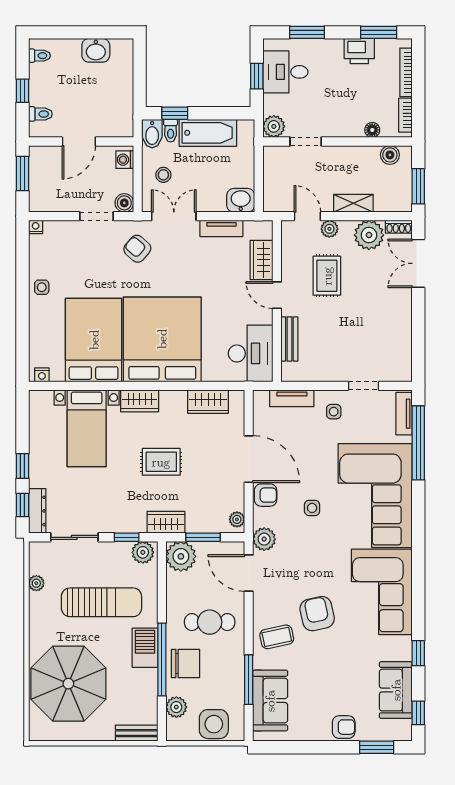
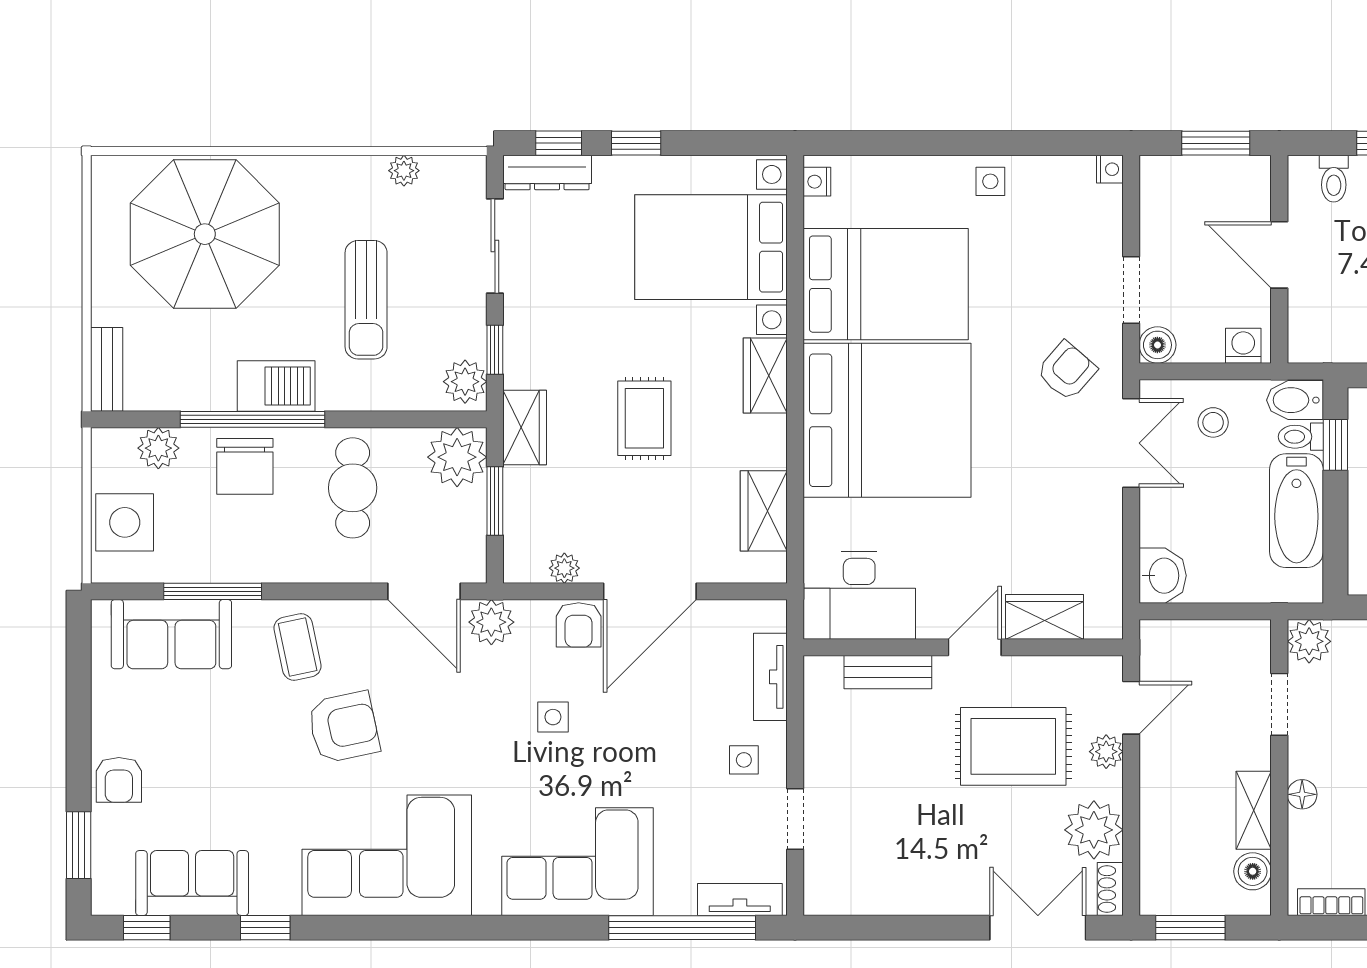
floor lamp: (372, 130) -> (1302, 794), moved
shelving: (353, 203) -> (1254, 810), moved
tv unit: (221, 228) -> (1107, 537), removed
rug: (327, 276) -> (1013, 746), width x1.36, depth x1.43
bed with nightstands: (87, 428) -> (711, 247), width x1.36
corner sofa: (375, 496) -> (578, 862), width x0.73, depth x0.74
plant: (237, 519) -> (564, 568), moved
door: (249, 573) -> (424, 591), swing flipped
sun lounger: (101, 602) -> (366, 300), width x0.73, depth x0.75
cafe table: (210, 622) -> (353, 488), moved

